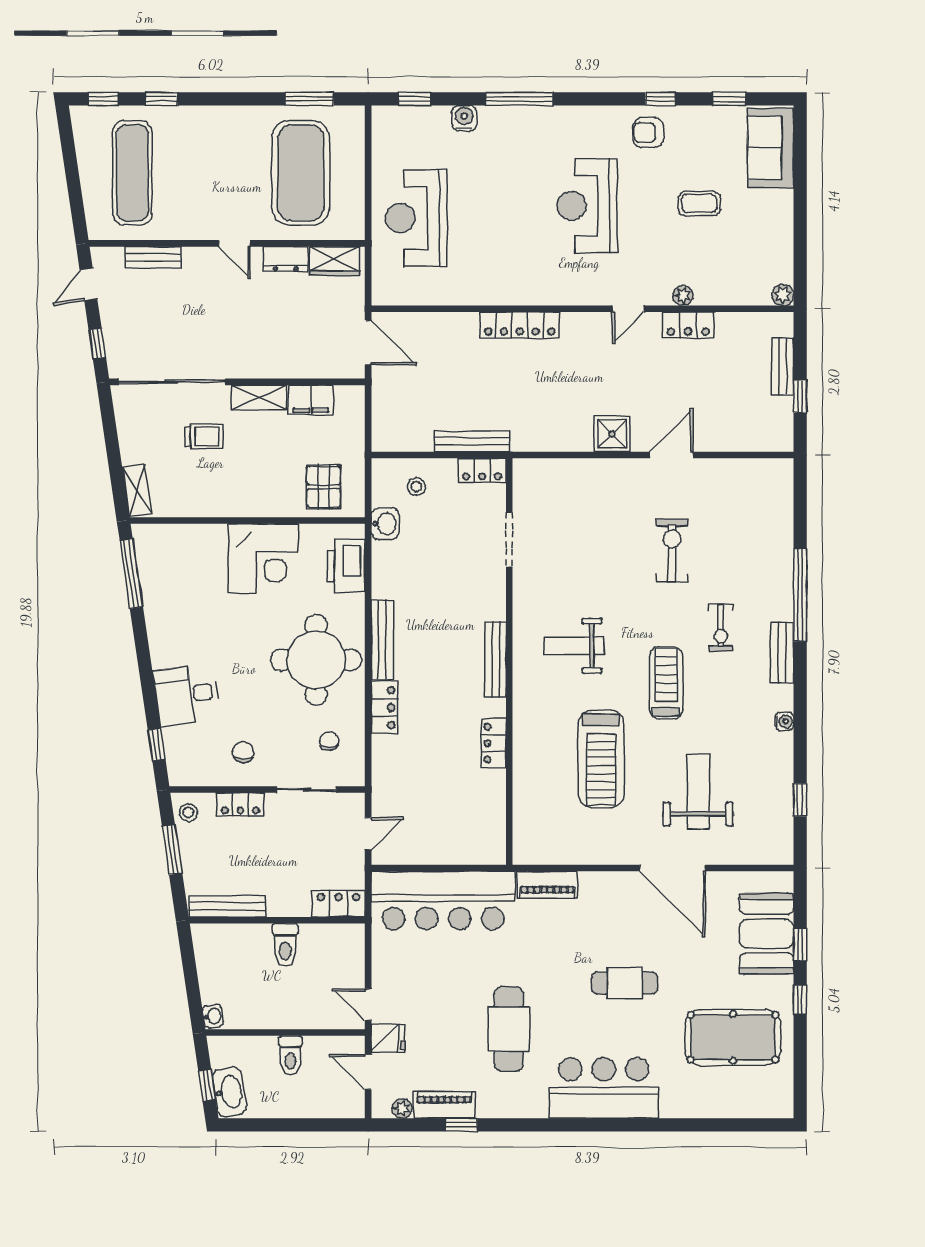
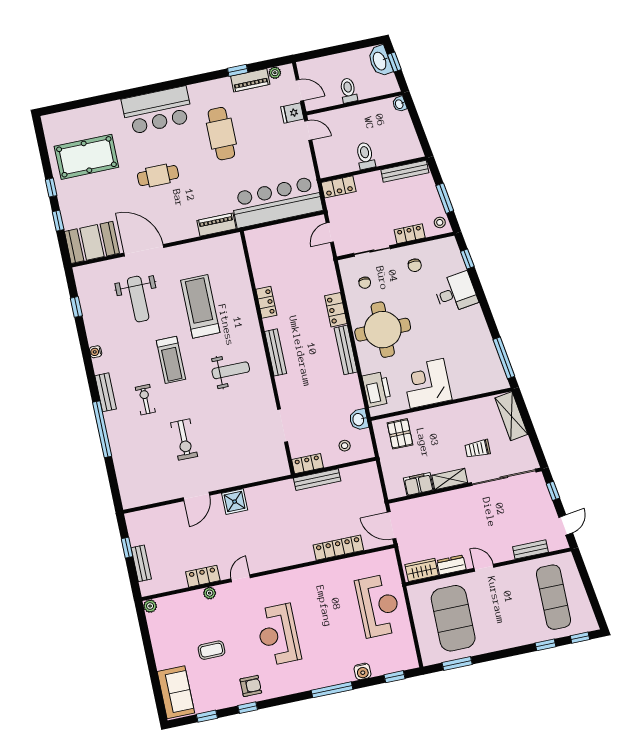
reception desk: (587, 206) -> (278, 635), turned 180
locker: (520, 325) -> (338, 548), moved
shelving: (137, 490) -> (511, 416), width x1.50, depth x1.33
booth: (766, 934) -> (92, 242), moved, turned 90

